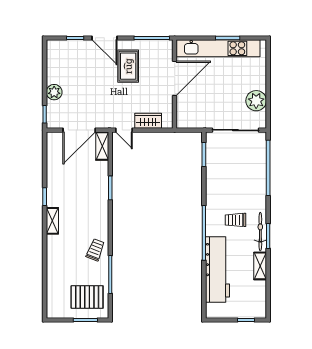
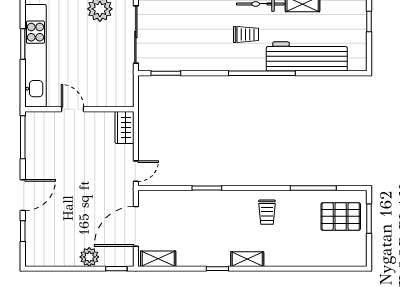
rug: (128, 66) -> (57, 166), removed
door: (175, 78) -> (73, 109), width x0.53
wardrobe: (148, 121) -> (124, 127), moved
door: (79, 130) -> (136, 226), swing flipped
shelving: (102, 146) -> (158, 259), moved
trolley: (235, 220) -> (246, 34), turned -90
trolley: (95, 250) -> (267, 212), moved, turned -111
pallet: (87, 297) -> (341, 216), turned 90

